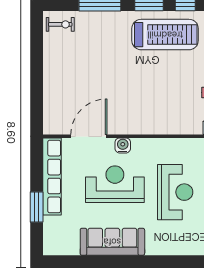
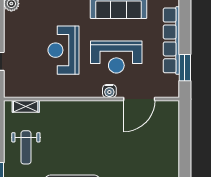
row of seats: (52, 177) -> (171, 40), moved
window: (37, 207) -> (185, 68), moved

